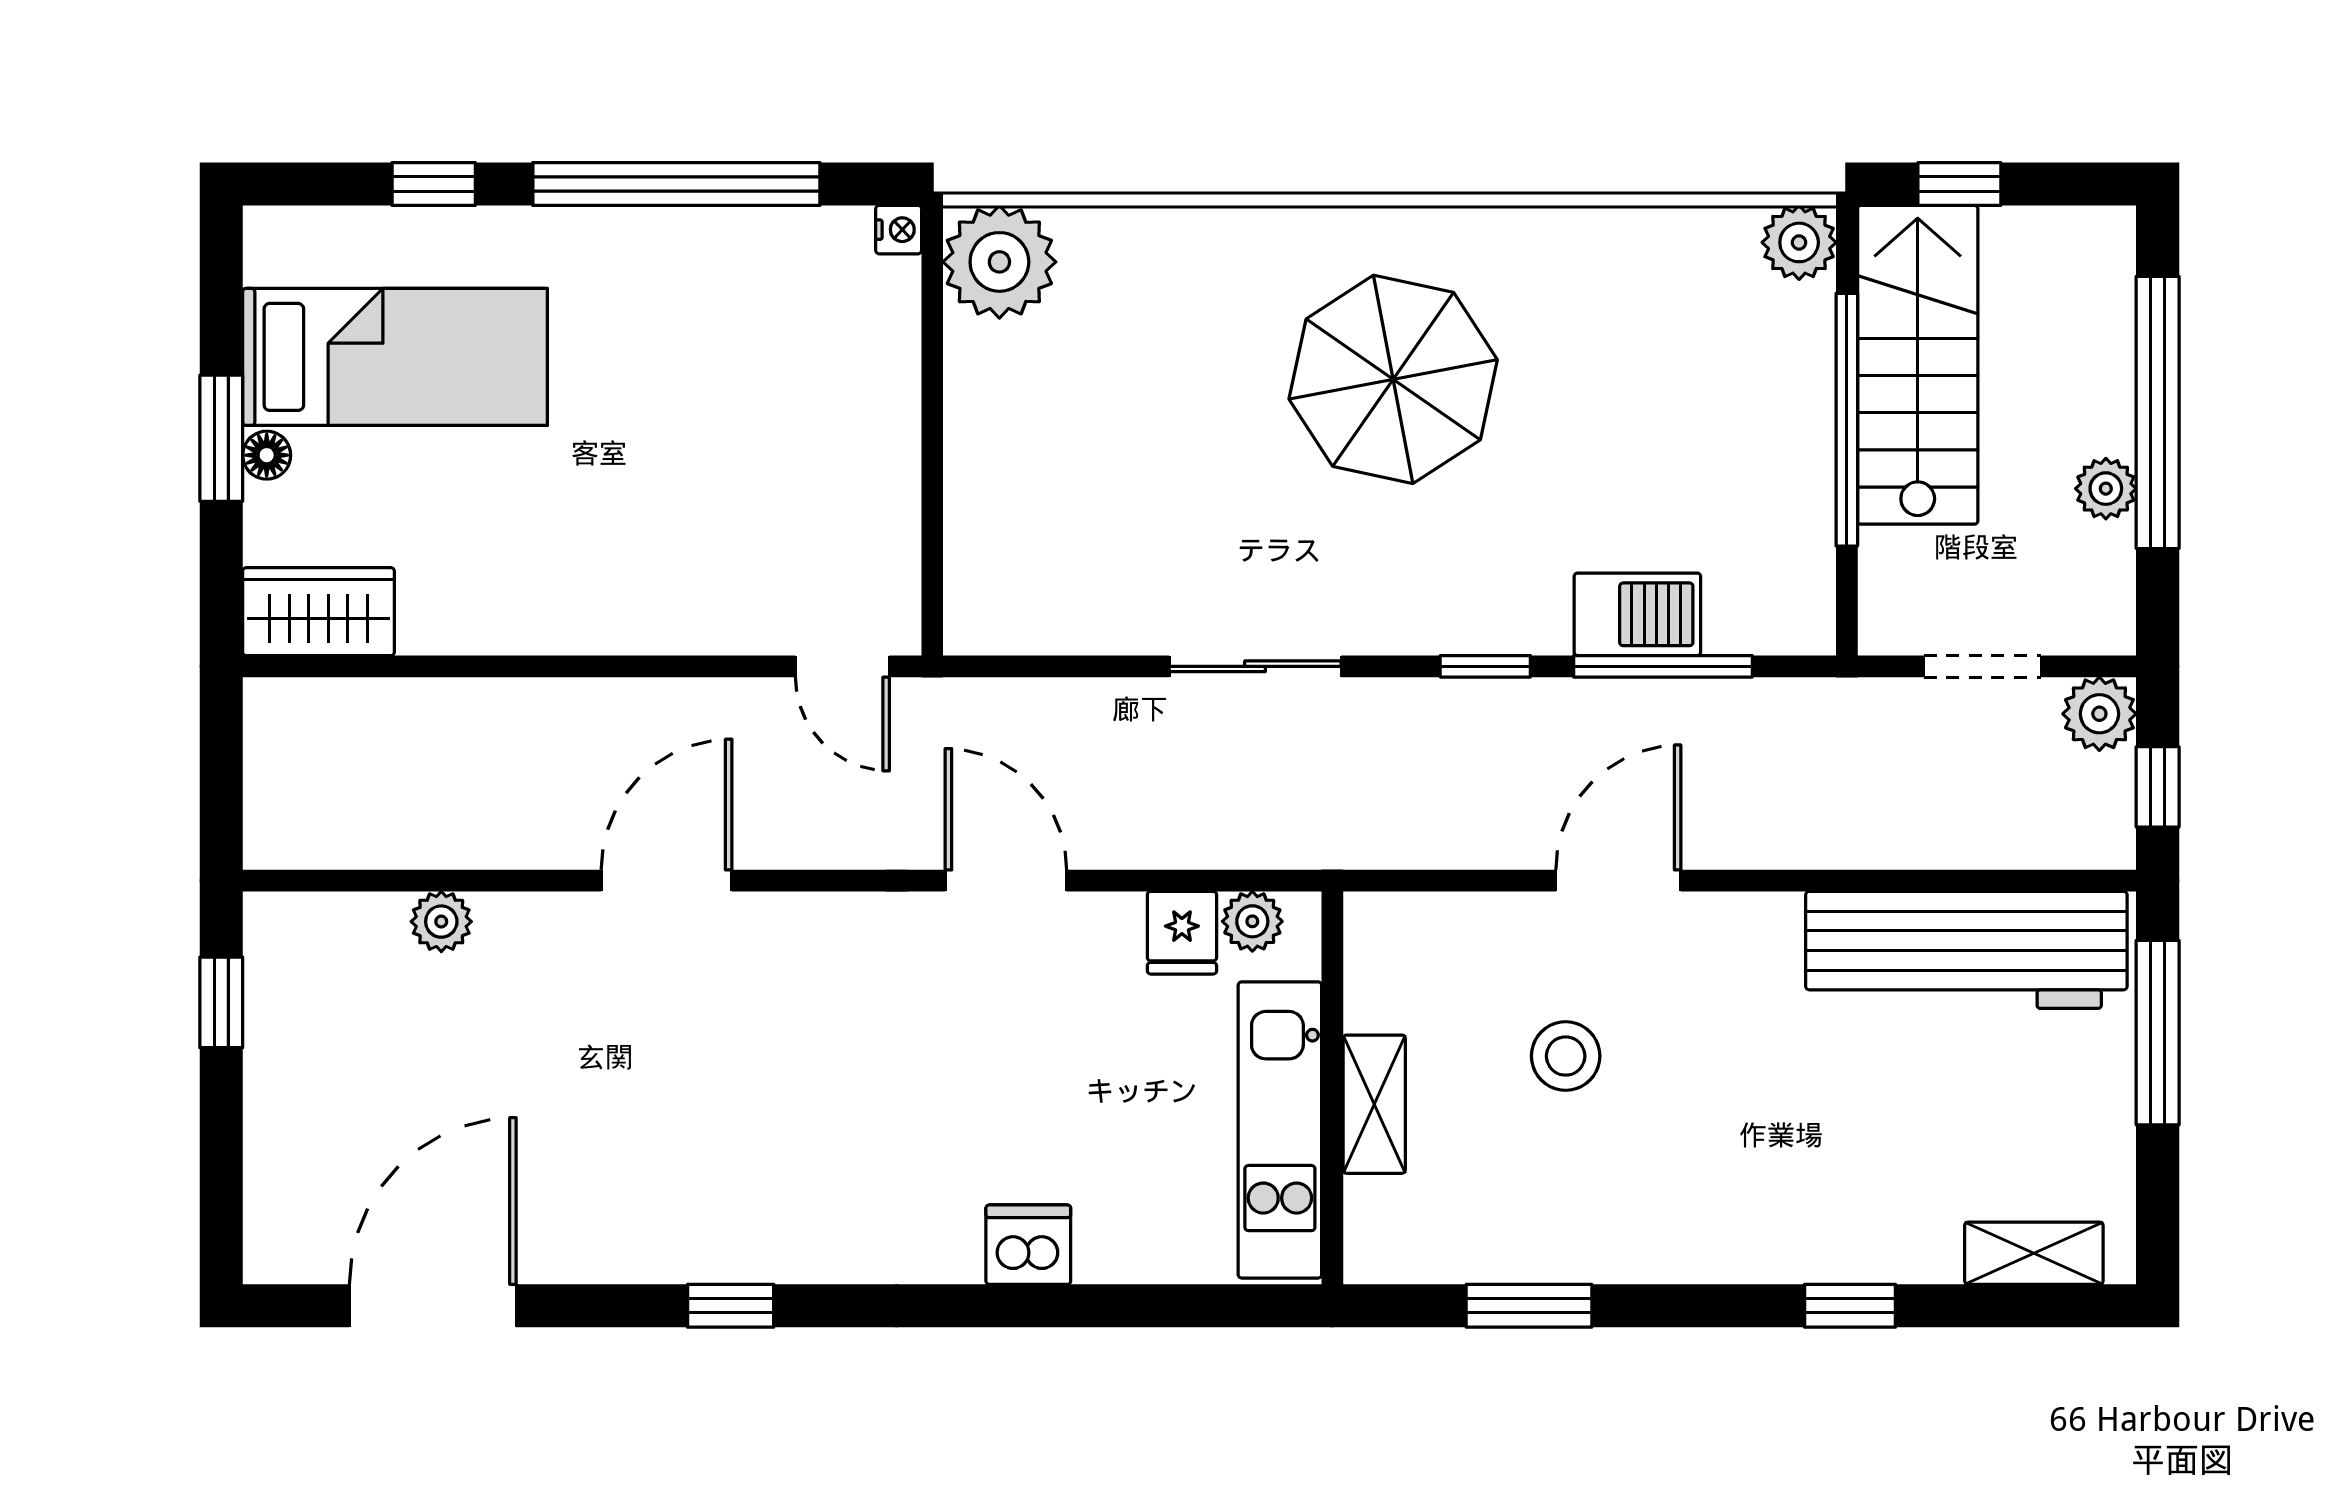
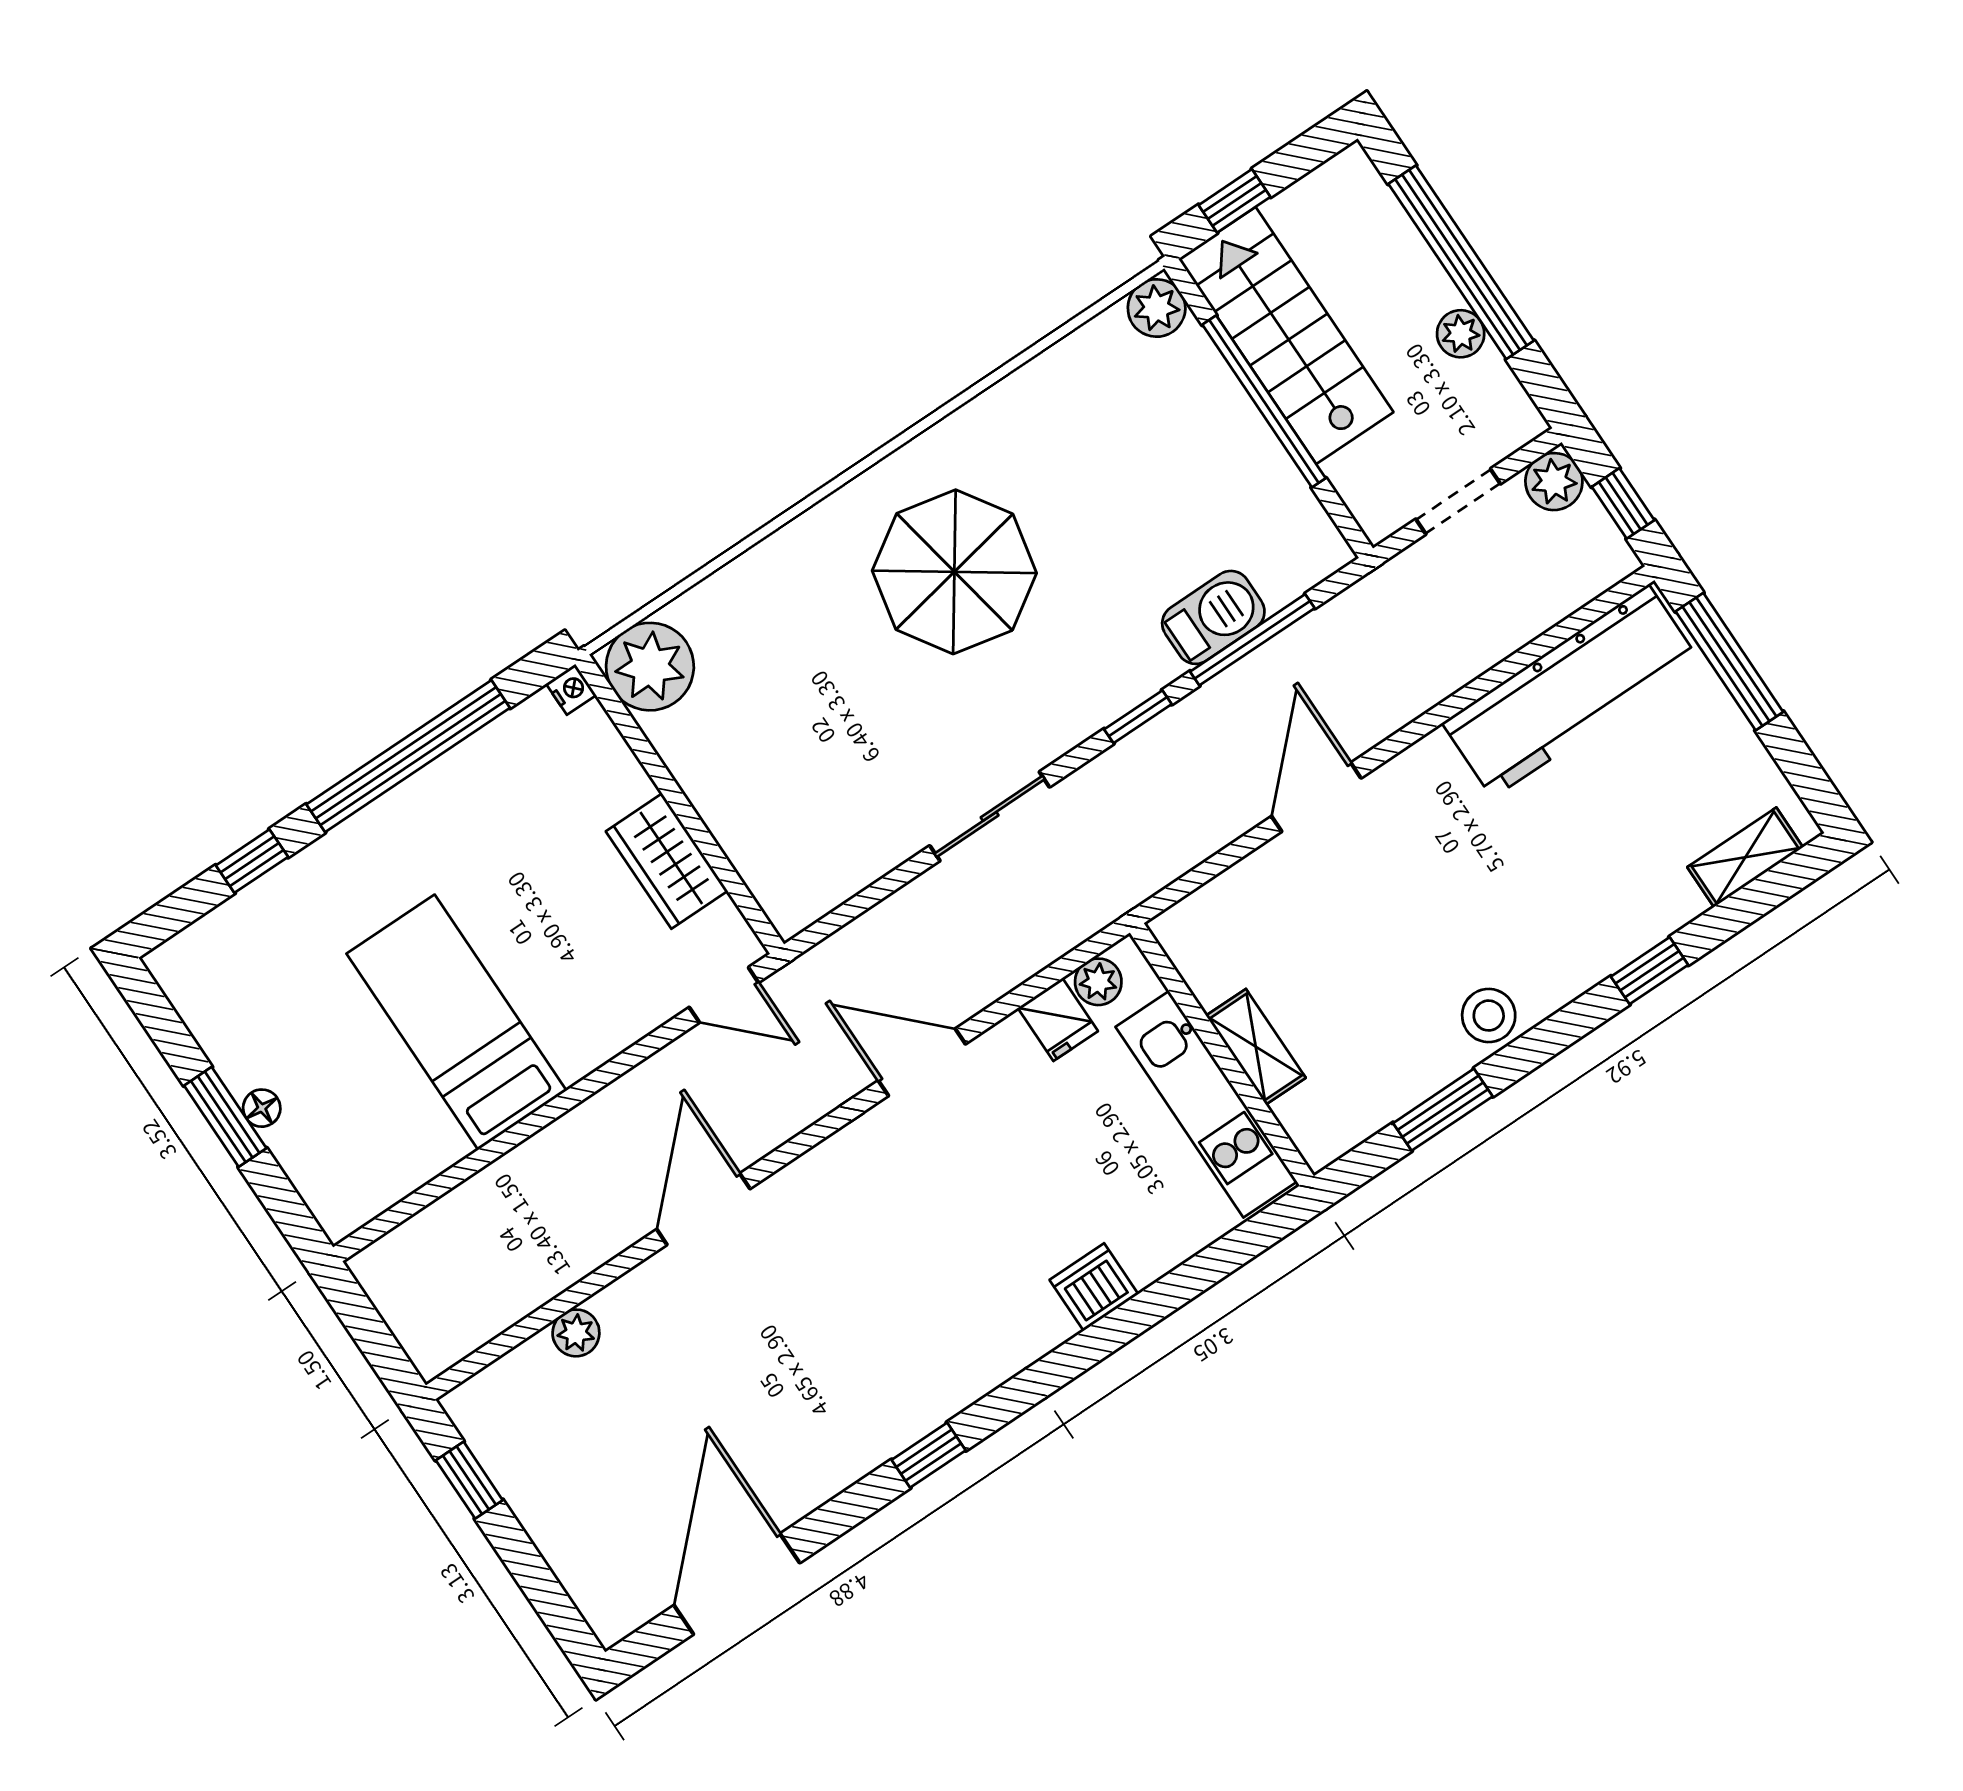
bed: (395, 357) -> (456, 1022), moved, turned -90
wardrobe: (319, 612) -> (667, 861), moved, turned -90
stool: (1566, 1056) -> (1489, 1016), moved

